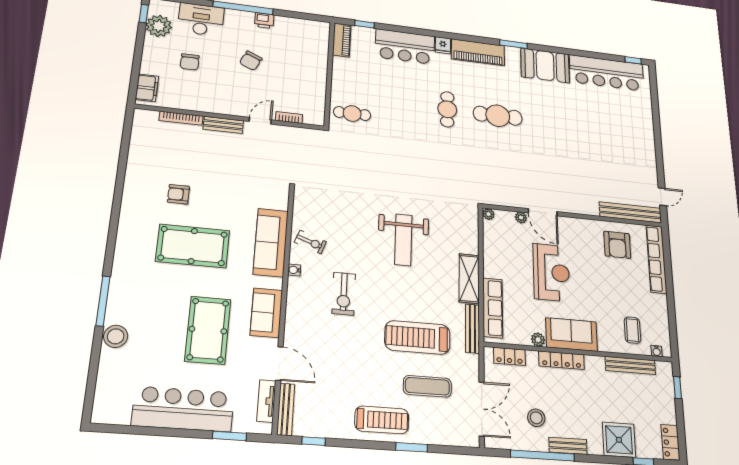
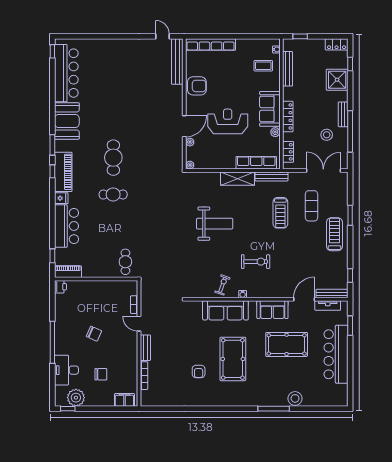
printer: (264, 21) -> (60, 287), moved
window: (479, 40) -> (52, 171), added
armchair: (617, 245) -> (197, 86), moved
treadmill: (417, 337) -> (280, 213), width x0.73, depth x0.73

